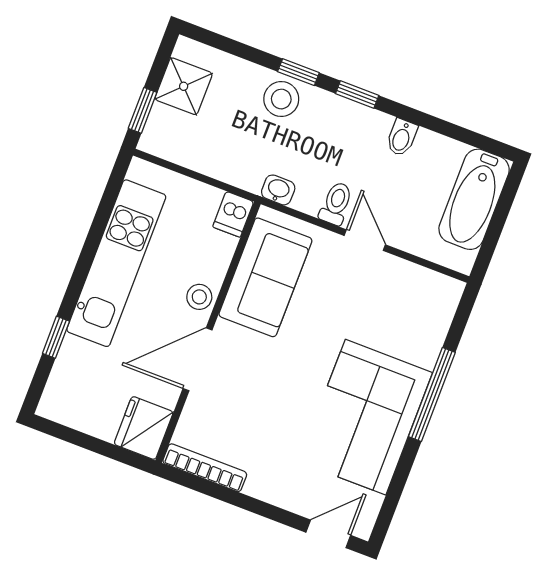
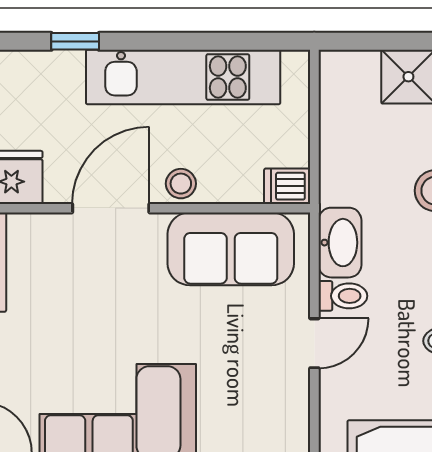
window: (143, 110) -> (364, 41), removed
washbasin: (278, 190) -> (340, 243), width x1.91, depth x1.45
door: (198, 359) -> (111, 208), hinge flipped

